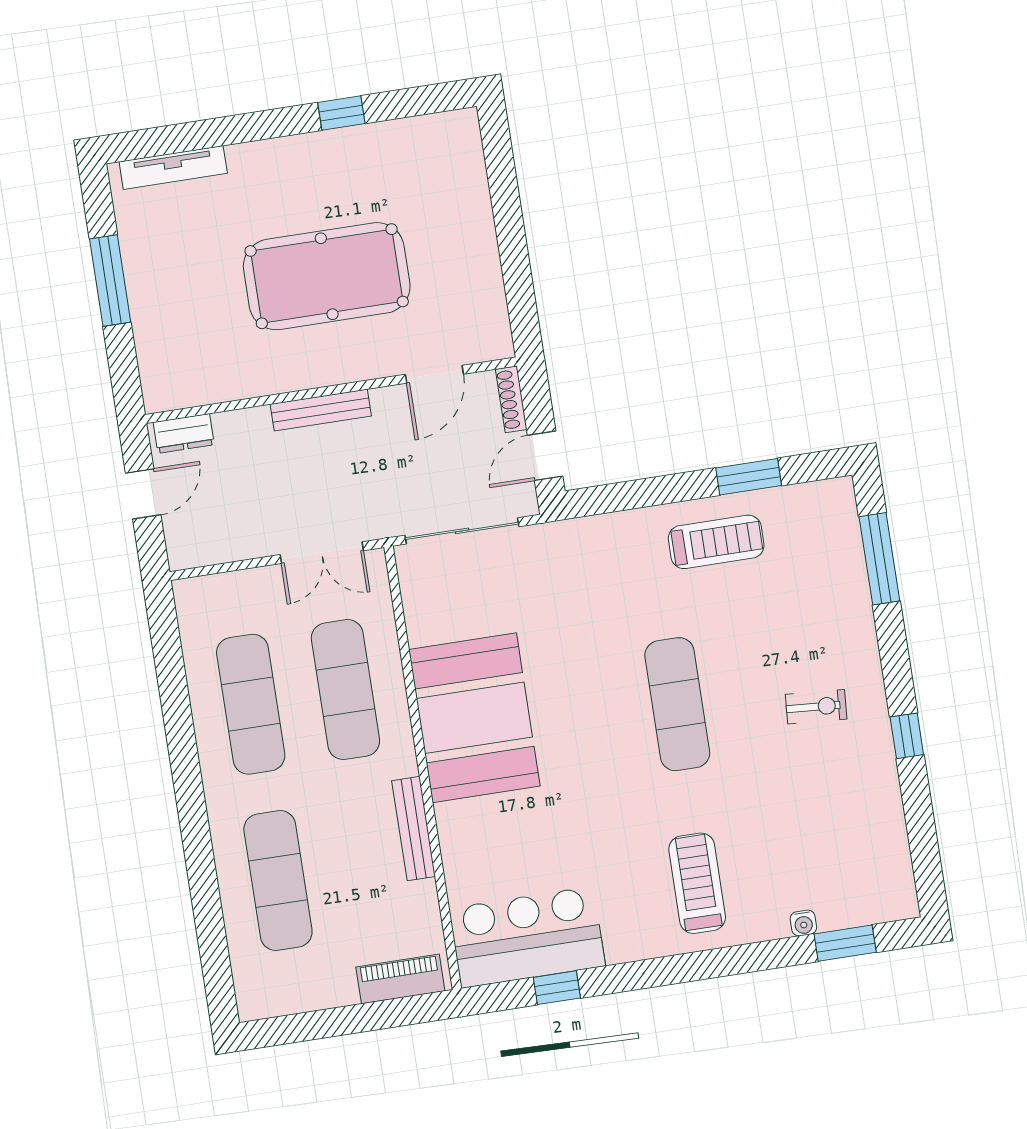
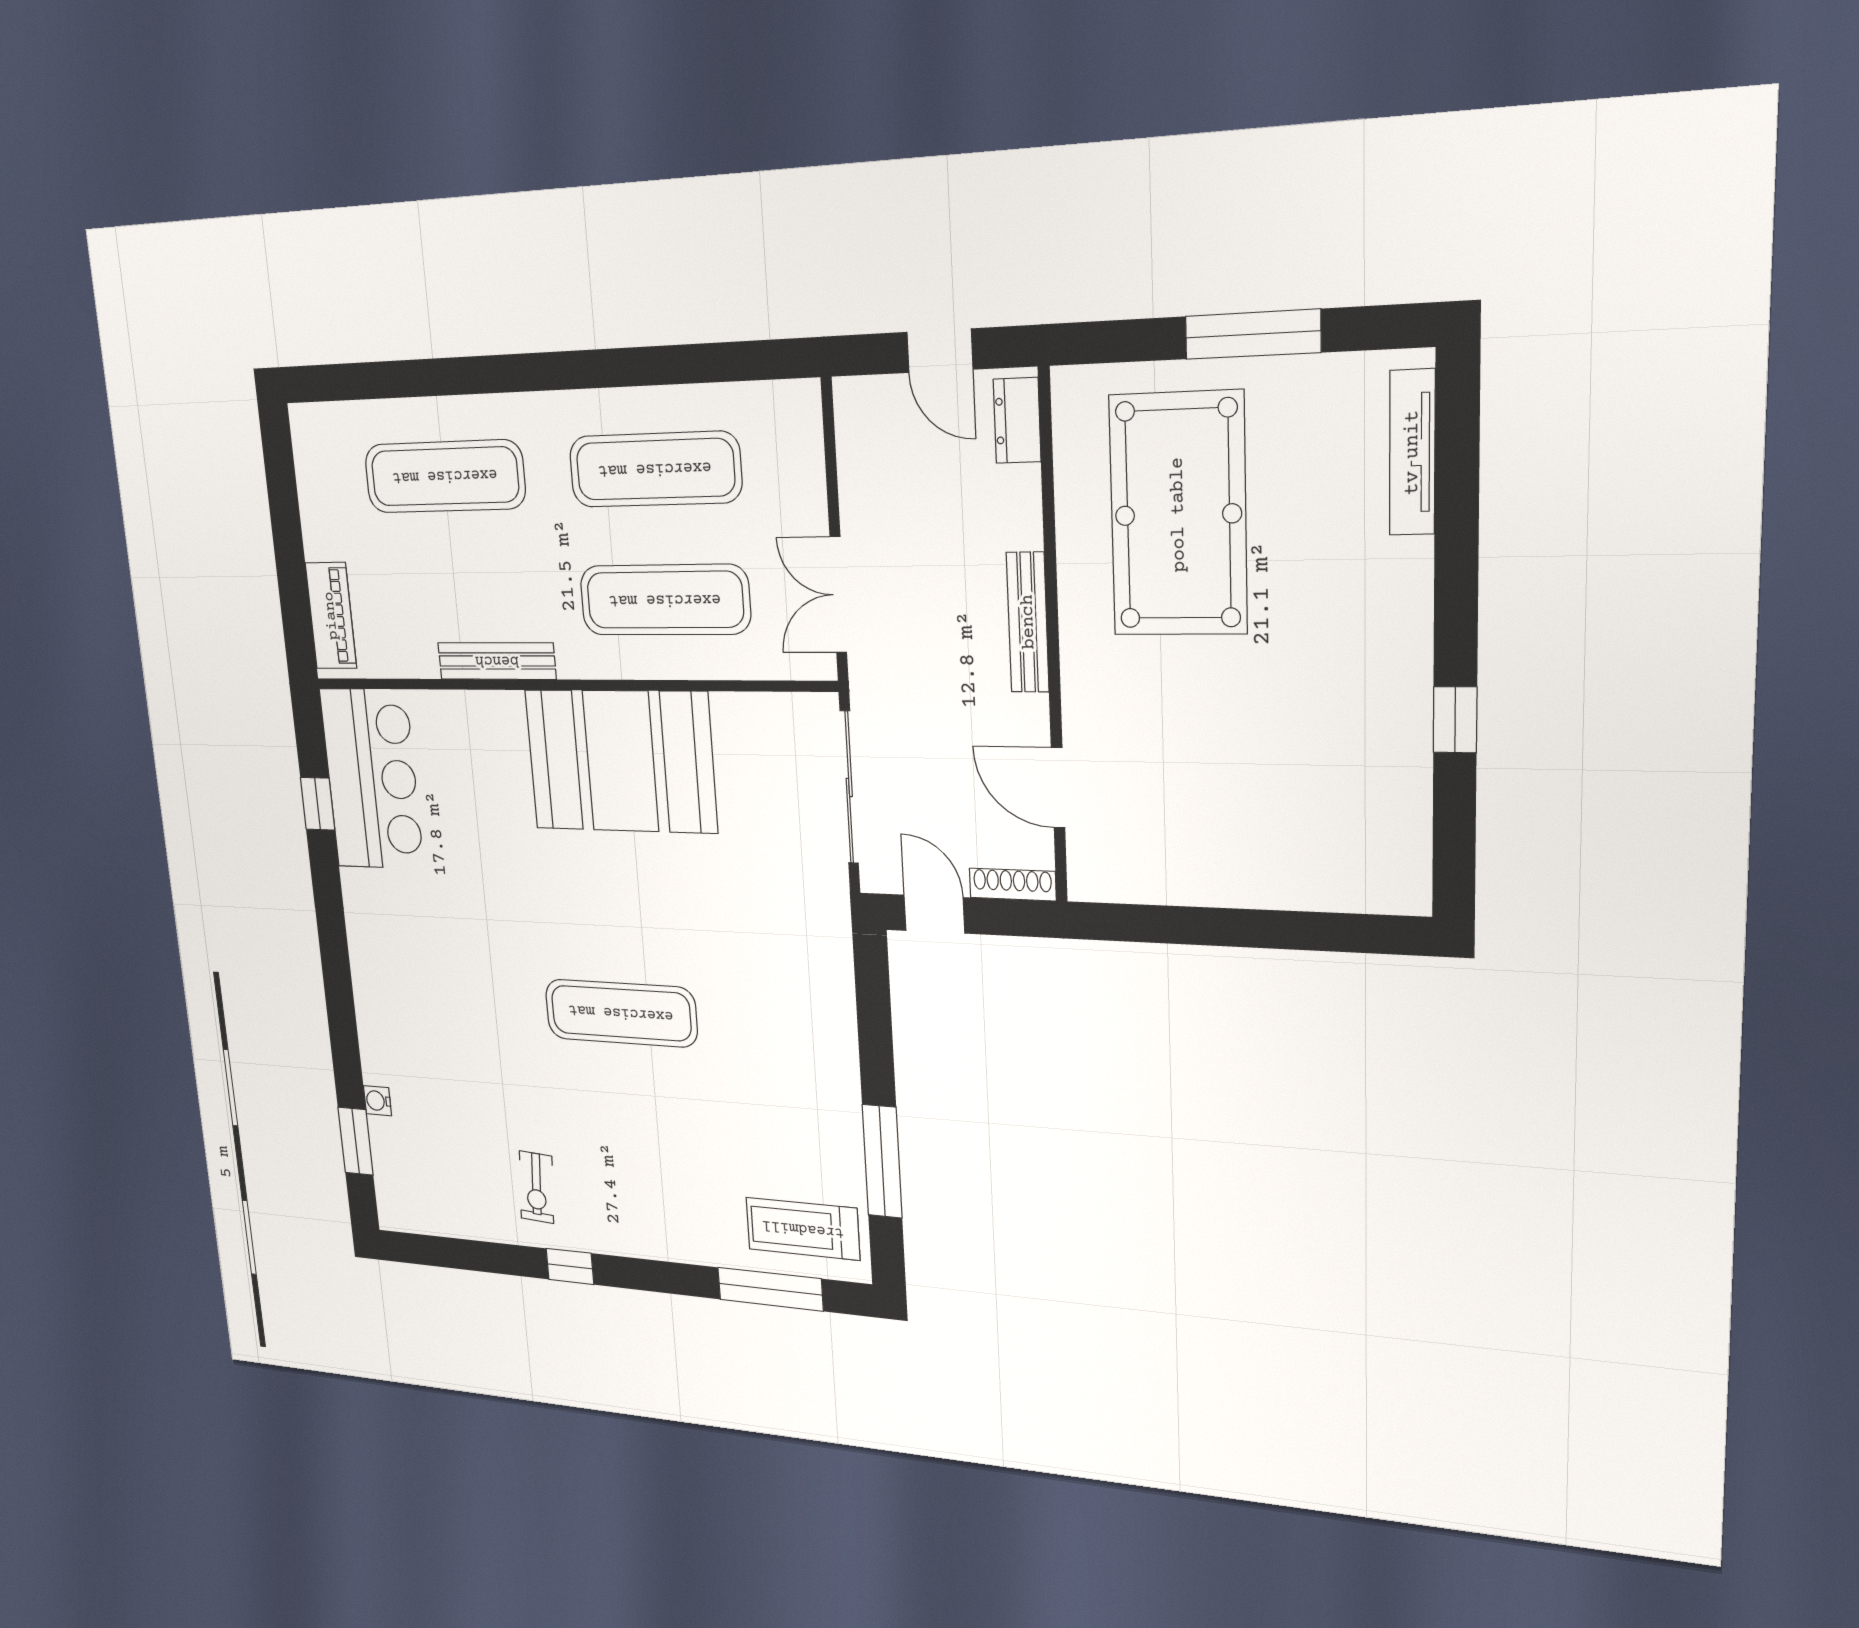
pool table: (327, 276) -> (1178, 515), moved
window: (749, 477) -> (882, 1161), width x1.44
treadmill: (716, 542) -> (803, 1229), moved, turned 90
exercise bike: (816, 707) -> (536, 1187), moved
treadmill: (697, 883) -> (423, 991), removed

